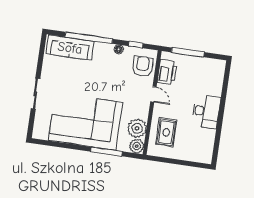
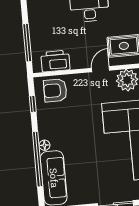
floor lamp: (119, 49) -> (45, 145), moved
door: (153, 94) -> (101, 69), moved

